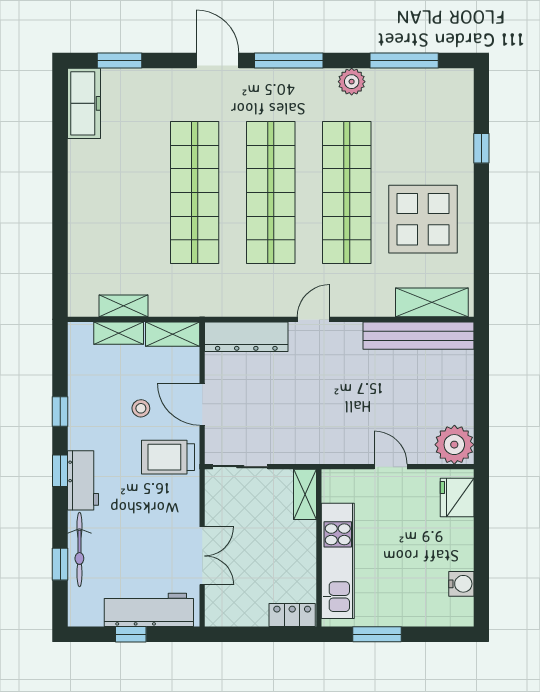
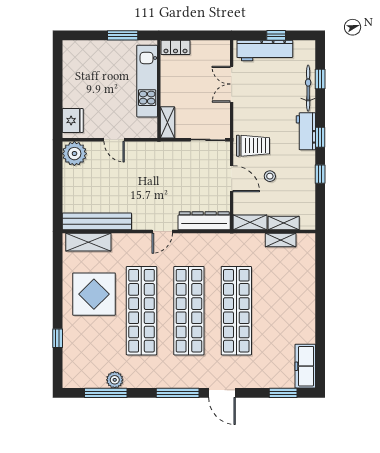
plant: (352, 82) -> (115, 380), moved
water cooler: (461, 584) -> (70, 67), removed

